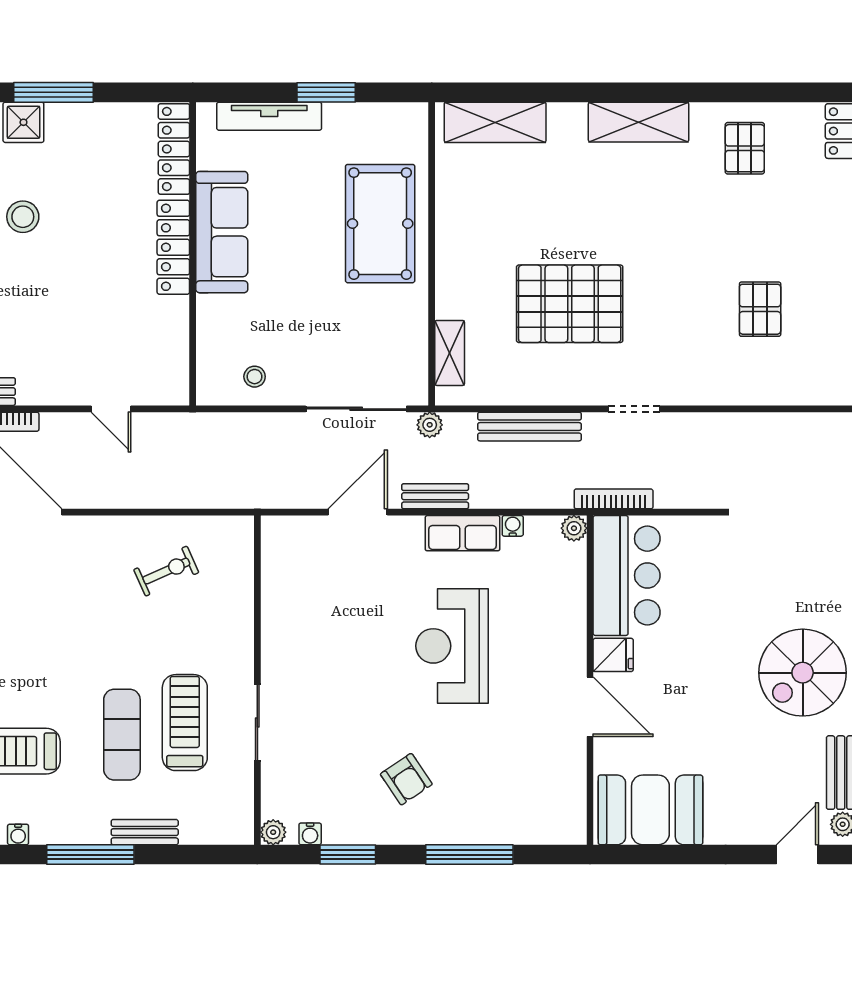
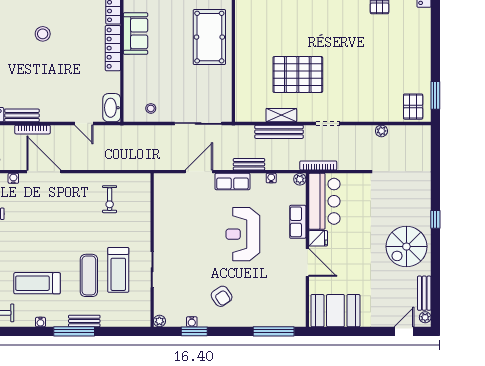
sofa: (222, 232) -> (135, 34), width x0.73
pallet: (760, 309) -> (413, 107), moved
shelving: (450, 353) -> (281, 115), moved, turned 90
washbasin: (171, 375) -> (112, 108), added
plant: (430, 425) -> (381, 131), moved
bench: (435, 496) -> (249, 164), moved
row of seats: (463, 533) -> (232, 182), moved
exercise bike: (166, 571) -> (110, 199), turned 114
row of seats: (570, 620) -> (298, 222), added
treadmill: (185, 723) -> (118, 270), turned 180
bench: (145, 832) -> (84, 321), moved
water cooler: (310, 834) -> (192, 322), moved
window: (469, 855) -> (274, 331), moved

